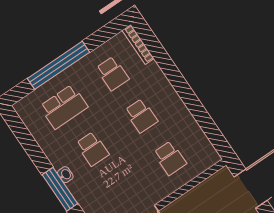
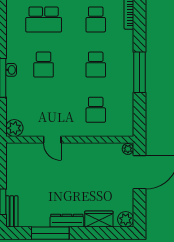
window: (187, 95) -> (139, 72), added
plant: (225, 174) -> (128, 149), added

